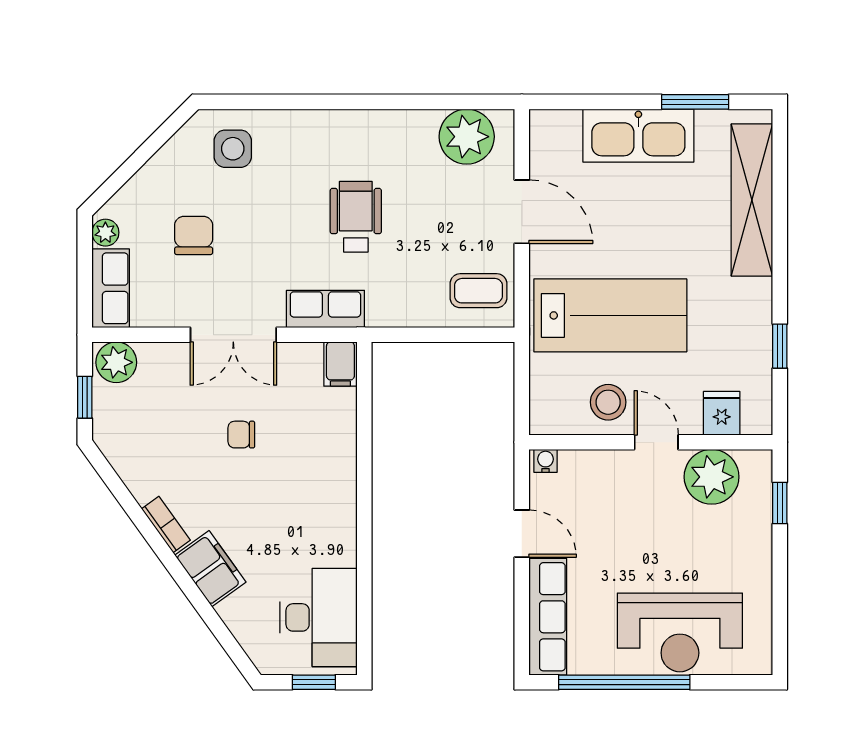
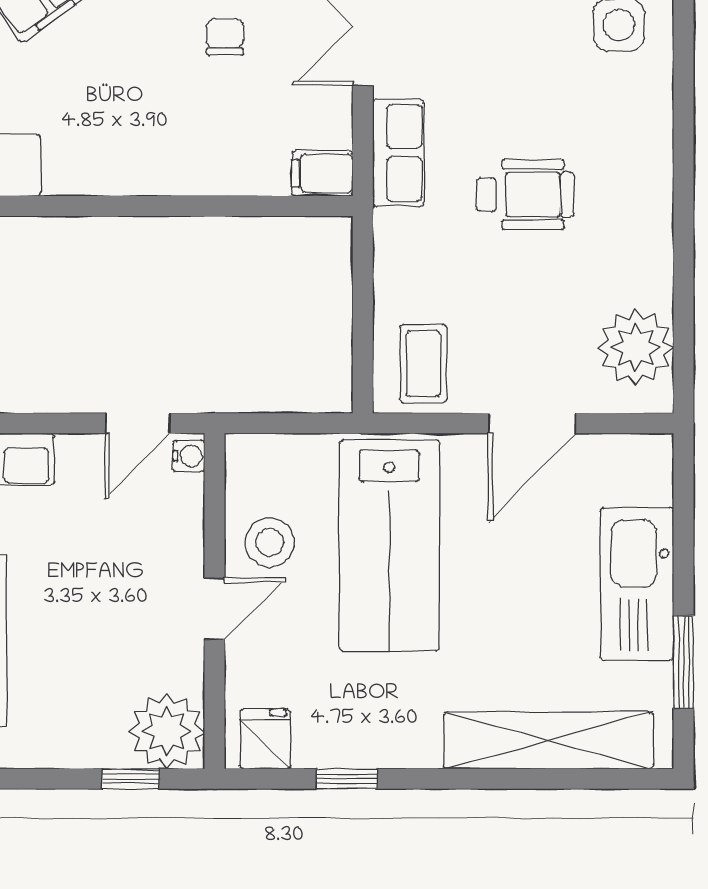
fridge: (722, 413) -> (265, 739), moved, turned -90
plant: (712, 477) -> (167, 731), moved
door: (522, 534) -> (138, 423), moved

